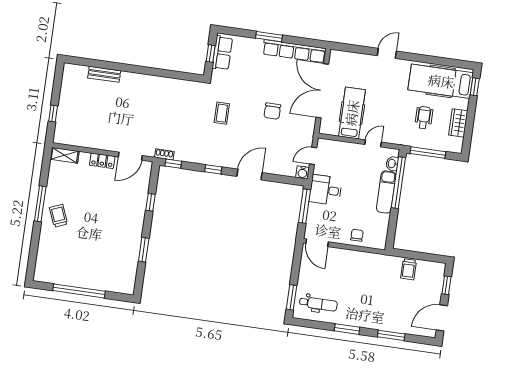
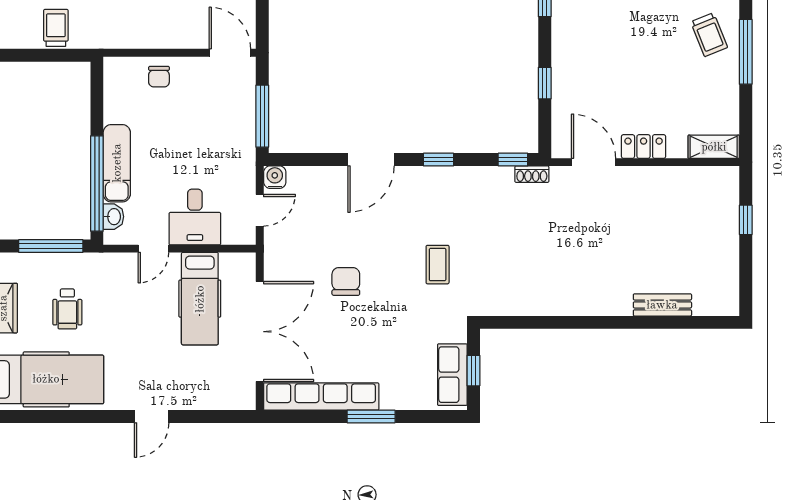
door: (130, 156) -> (594, 162), hinge flipped
desk: (326, 190) -> (195, 217), moved, turned 90

